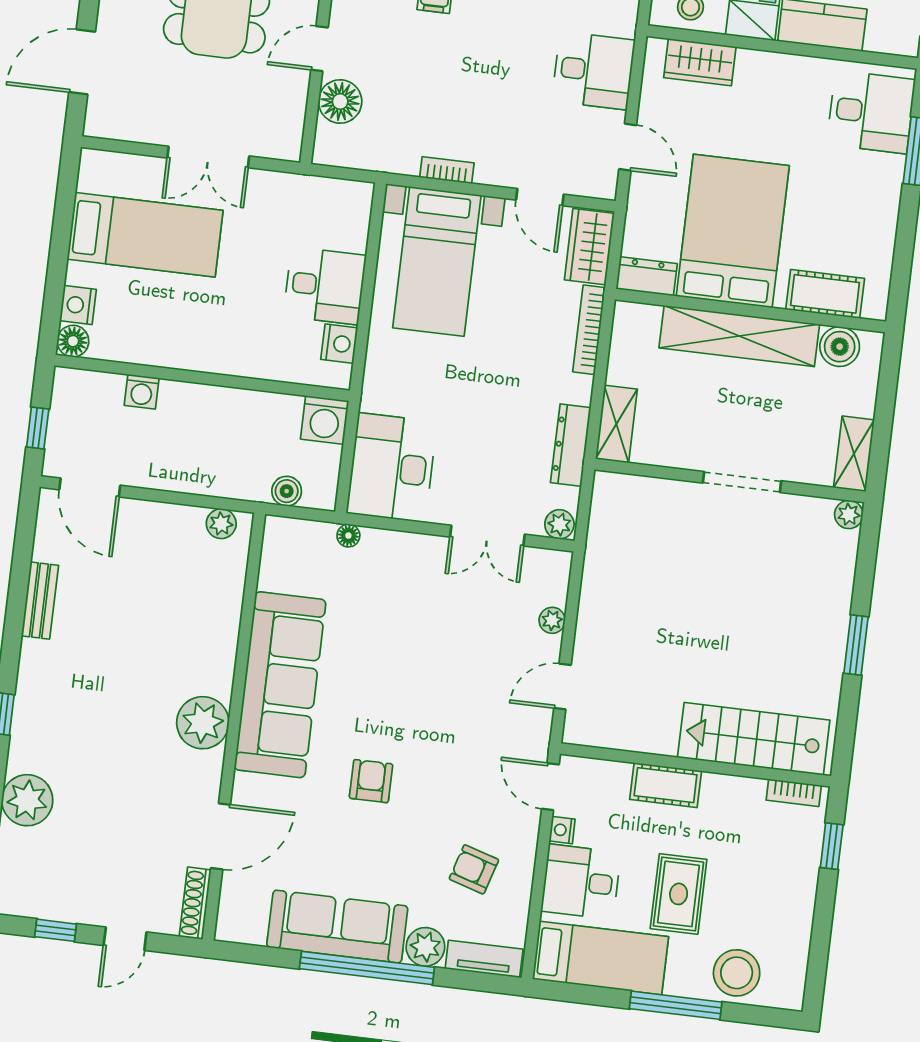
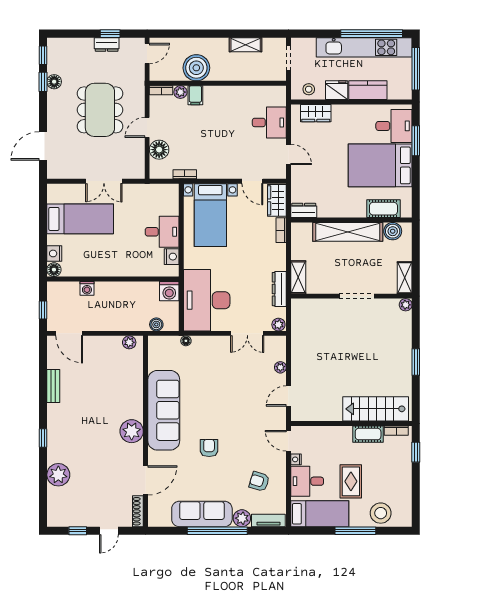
bookcase: (447, 170) -> (185, 174), moved
bed: (733, 231) -> (380, 165), moved, turned -90
bookcase: (589, 330) -> (281, 230), width x0.64
desk: (392, 468) -> (207, 300), width x1.36, depth x1.30
cot: (666, 785) -> (368, 434), moved

